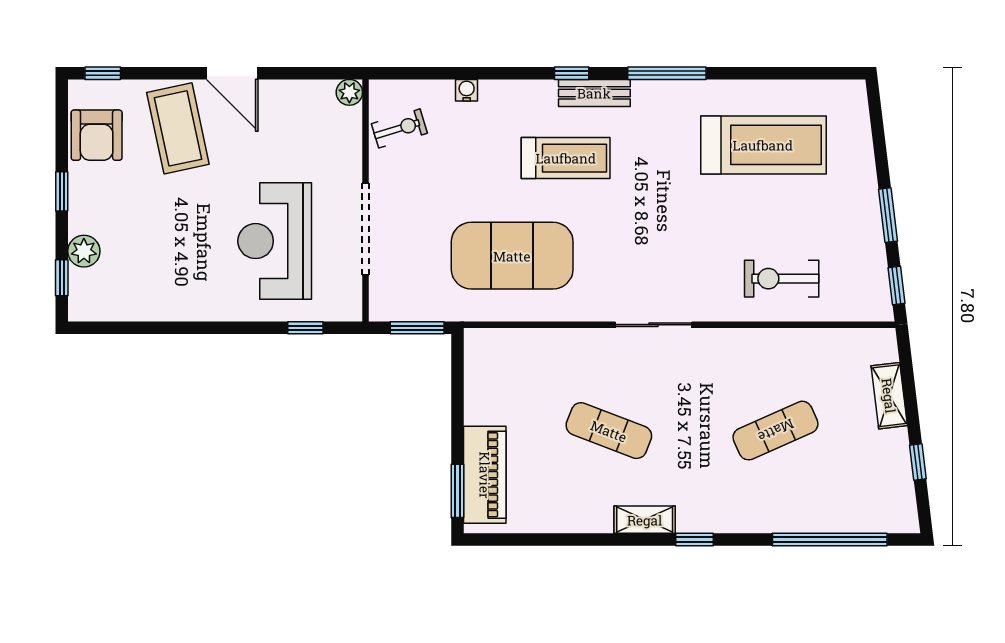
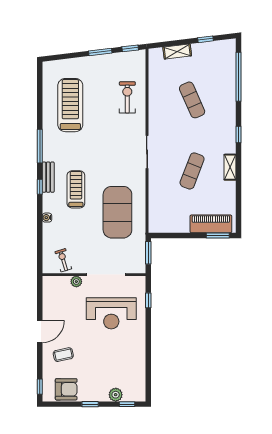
water cooler: (467, 90) -> (47, 218), moved
plant: (349, 92) -> (76, 282), moved
coffee table: (178, 128) -> (63, 355), width x0.54, depth x0.58
exercise bike: (782, 279) -> (127, 97), turned 180
shelving: (645, 520) -> (230, 167), moved

